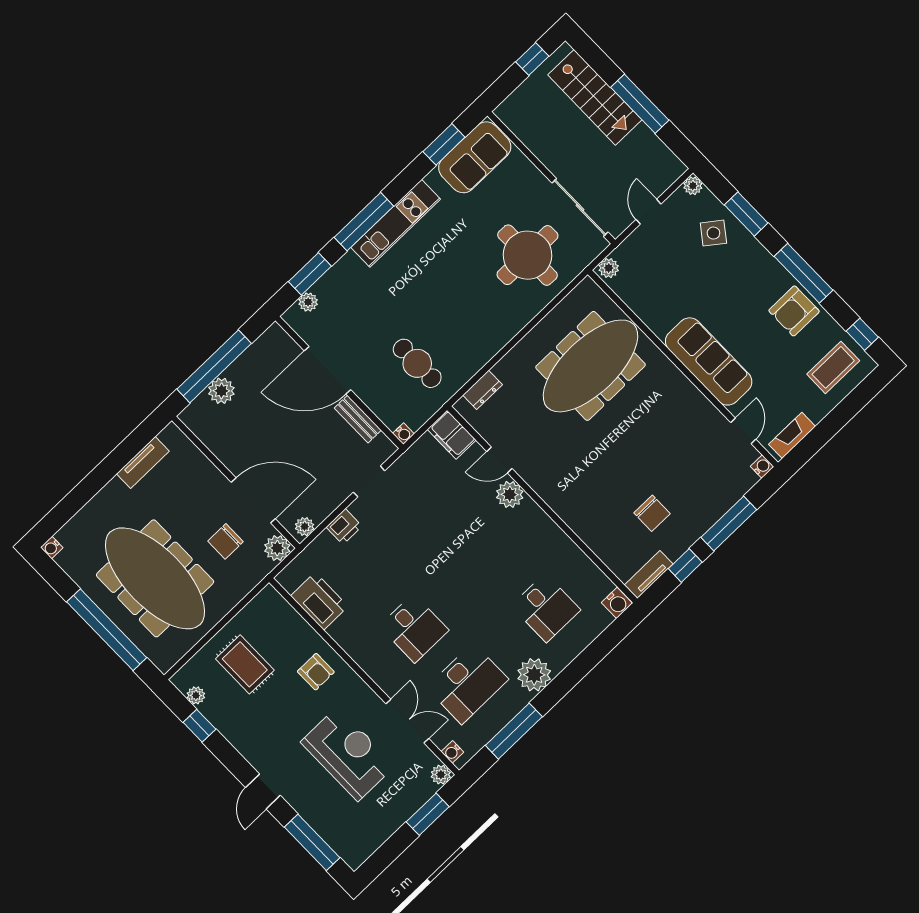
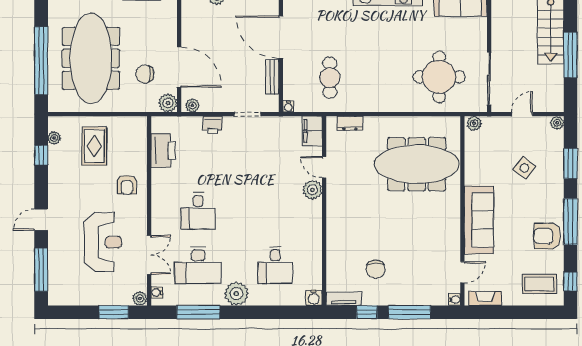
side table: (713, 233) -> (524, 168), moved

